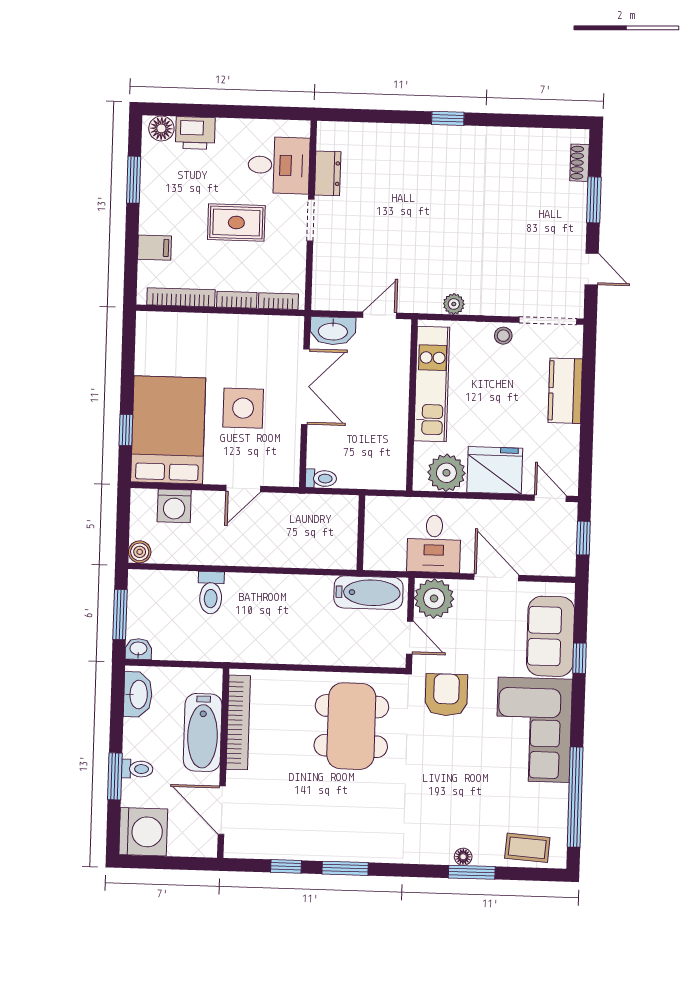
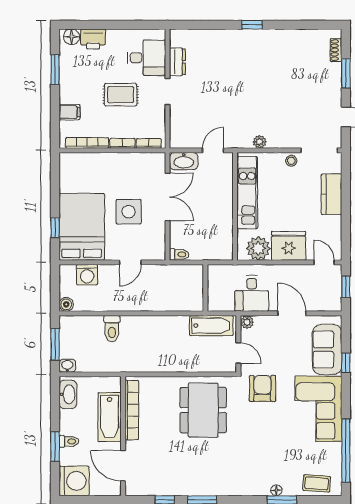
plant: (434, 598) -> (247, 322), width x0.53, depth x0.53

